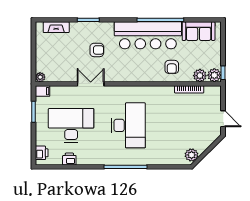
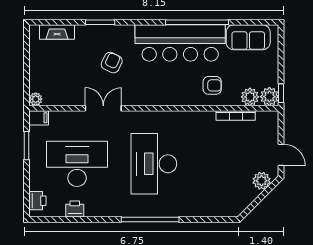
armchair: (97, 50) -> (112, 63), turned -64
armchair: (172, 67) -> (212, 85), turned -90
desk: (128, 125) -> (154, 164), turned 180
plant: (192, 155) -> (262, 181), moved

